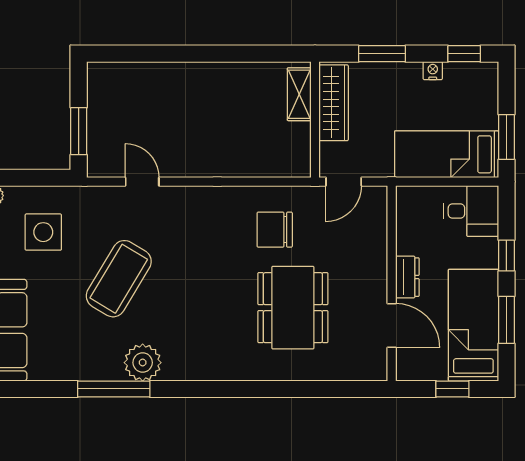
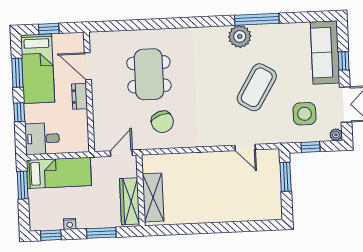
shelving: (299, 94) -> (153, 197), width x1.50, depth x1.33
window: (36, 178) -> (311, 147), added
chair: (275, 230) -> (162, 122), turned 70

